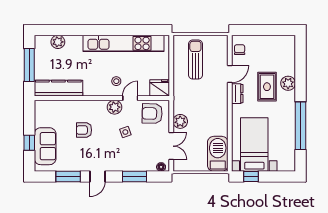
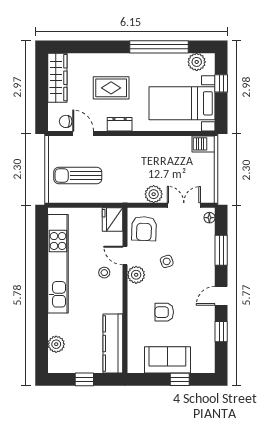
wardrobe: (275, 43) -> (57, 78), added
window: (29, 65) -> (84, 379), width x0.46
door: (230, 74) -> (83, 133), moved
plant: (288, 83) -> (197, 62), moved
armchair: (84, 130) -> (164, 312), turned 90
sofa: (45, 146) -> (167, 360), moved
barbecue: (218, 154) -> (203, 144), width x0.53, depth x0.65
window: (68, 176) -> (221, 332), width x0.67
door: (97, 176) -> (221, 296), swing flipped
window: (251, 176) -> (221, 83), moved

